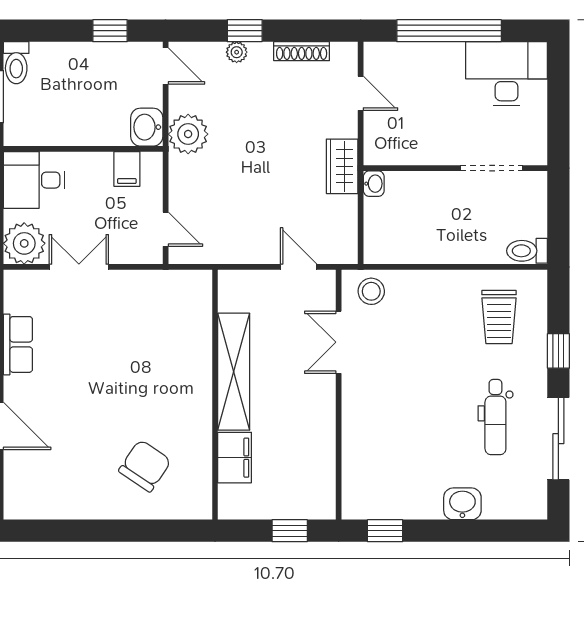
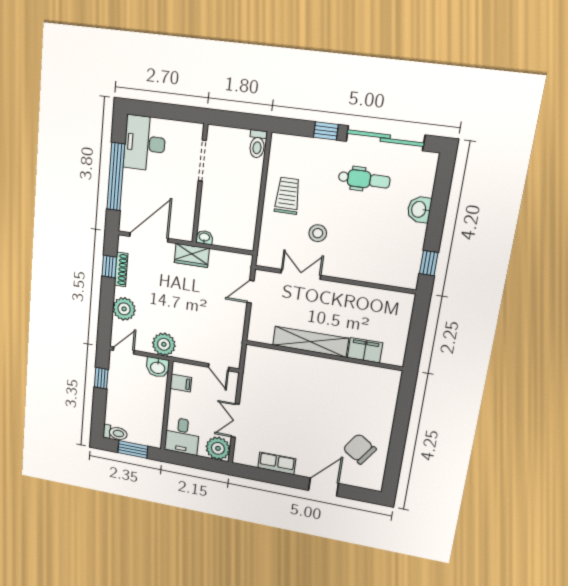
window: (245, 31) -> (109, 267), moved
plant: (237, 52) -> (124, 309), width x1.87, depth x1.87
door: (361, 93) -> (149, 237), width x1.87
door: (166, 229) -> (219, 367), swing flipped
stool: (371, 291) -> (318, 233), moved
trolley: (499, 317) -> (287, 196), moved, turned -90
double door: (339, 342) -> (301, 274), swing flipped
sliding door: (558, 439) -> (385, 138), width x1.36
chair: (145, 466) -> (360, 449), moved
window: (290, 531) -> (418, 324), removed

